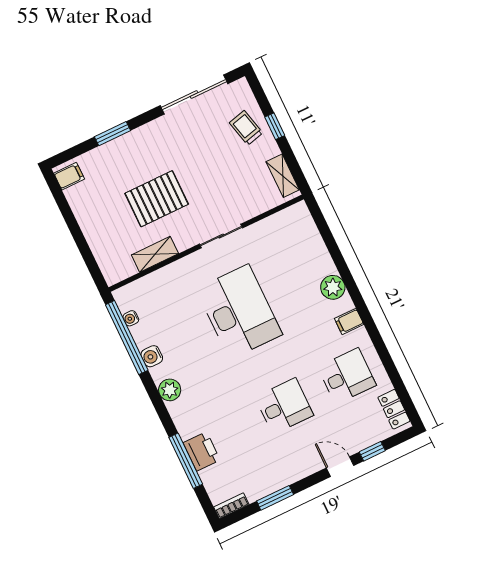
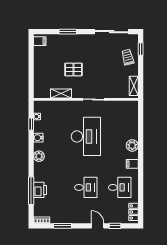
window: (275, 126) -> (141, 49), moved
pallet: (157, 199) -> (73, 69), width x0.67, depth x0.71
window: (127, 338) -> (31, 124), width x0.32

